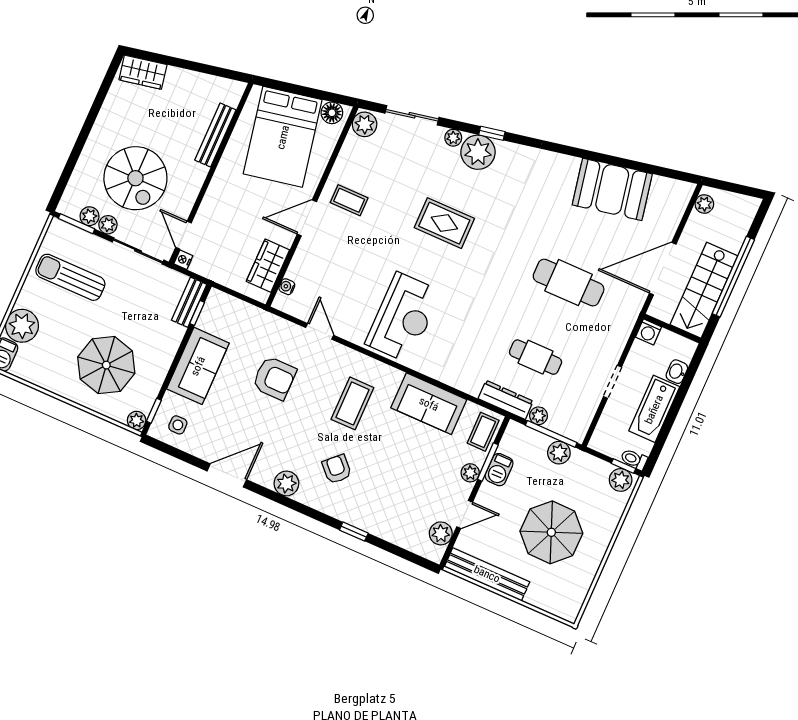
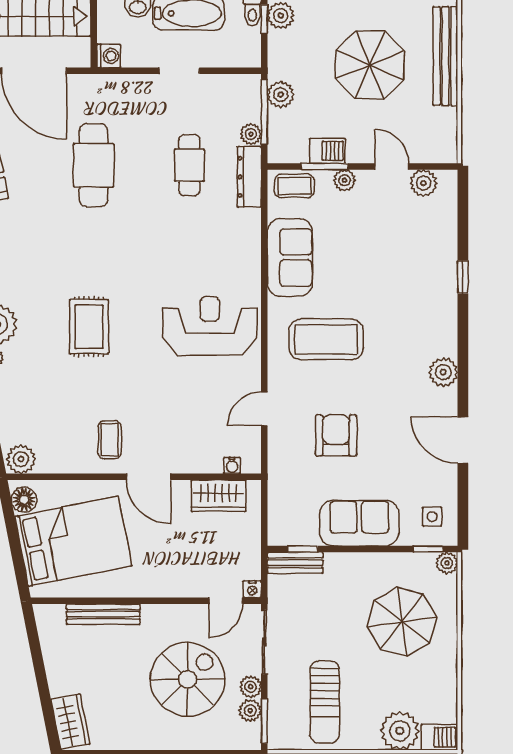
coffee table: (352, 403) -> (326, 339), width x1.36, depth x1.32
armchair: (337, 469) -> (404, 325), removed
bench: (487, 574) -> (445, 56), moved

